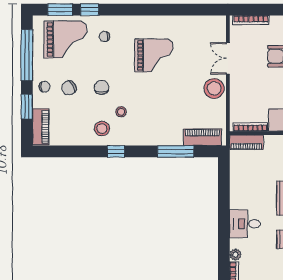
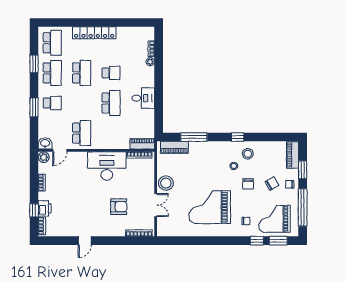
grand piano: (154, 55) -> (210, 207), width x1.37, depth x1.48
desk: (245, 224) -> (143, 98), moved

